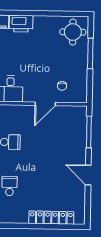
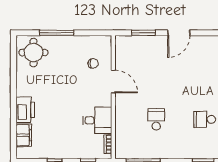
window: (89, 132) -> (143, 33), width x0.69
door: (88, 175) -> (179, 33), moved

